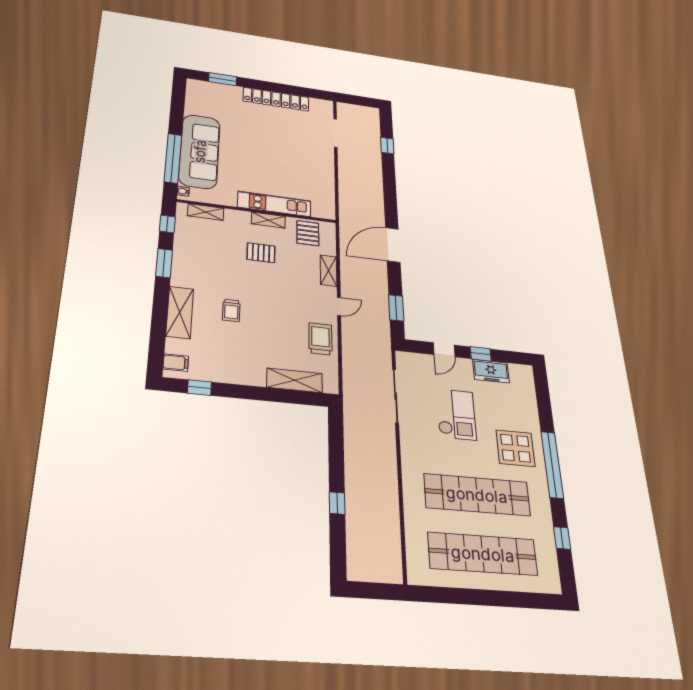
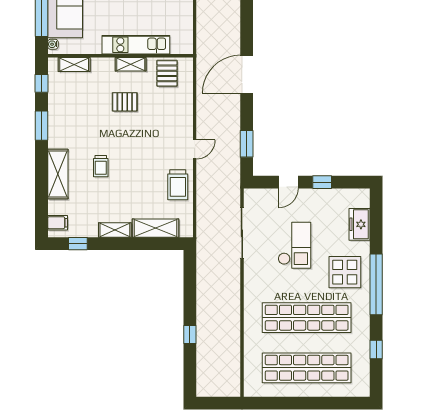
shelving: (328, 271) -> (115, 230), moved, turned 90
trolley: (320, 339) -> (178, 185), turned 180
freezer: (491, 371) -> (359, 224), moved, turned 90

